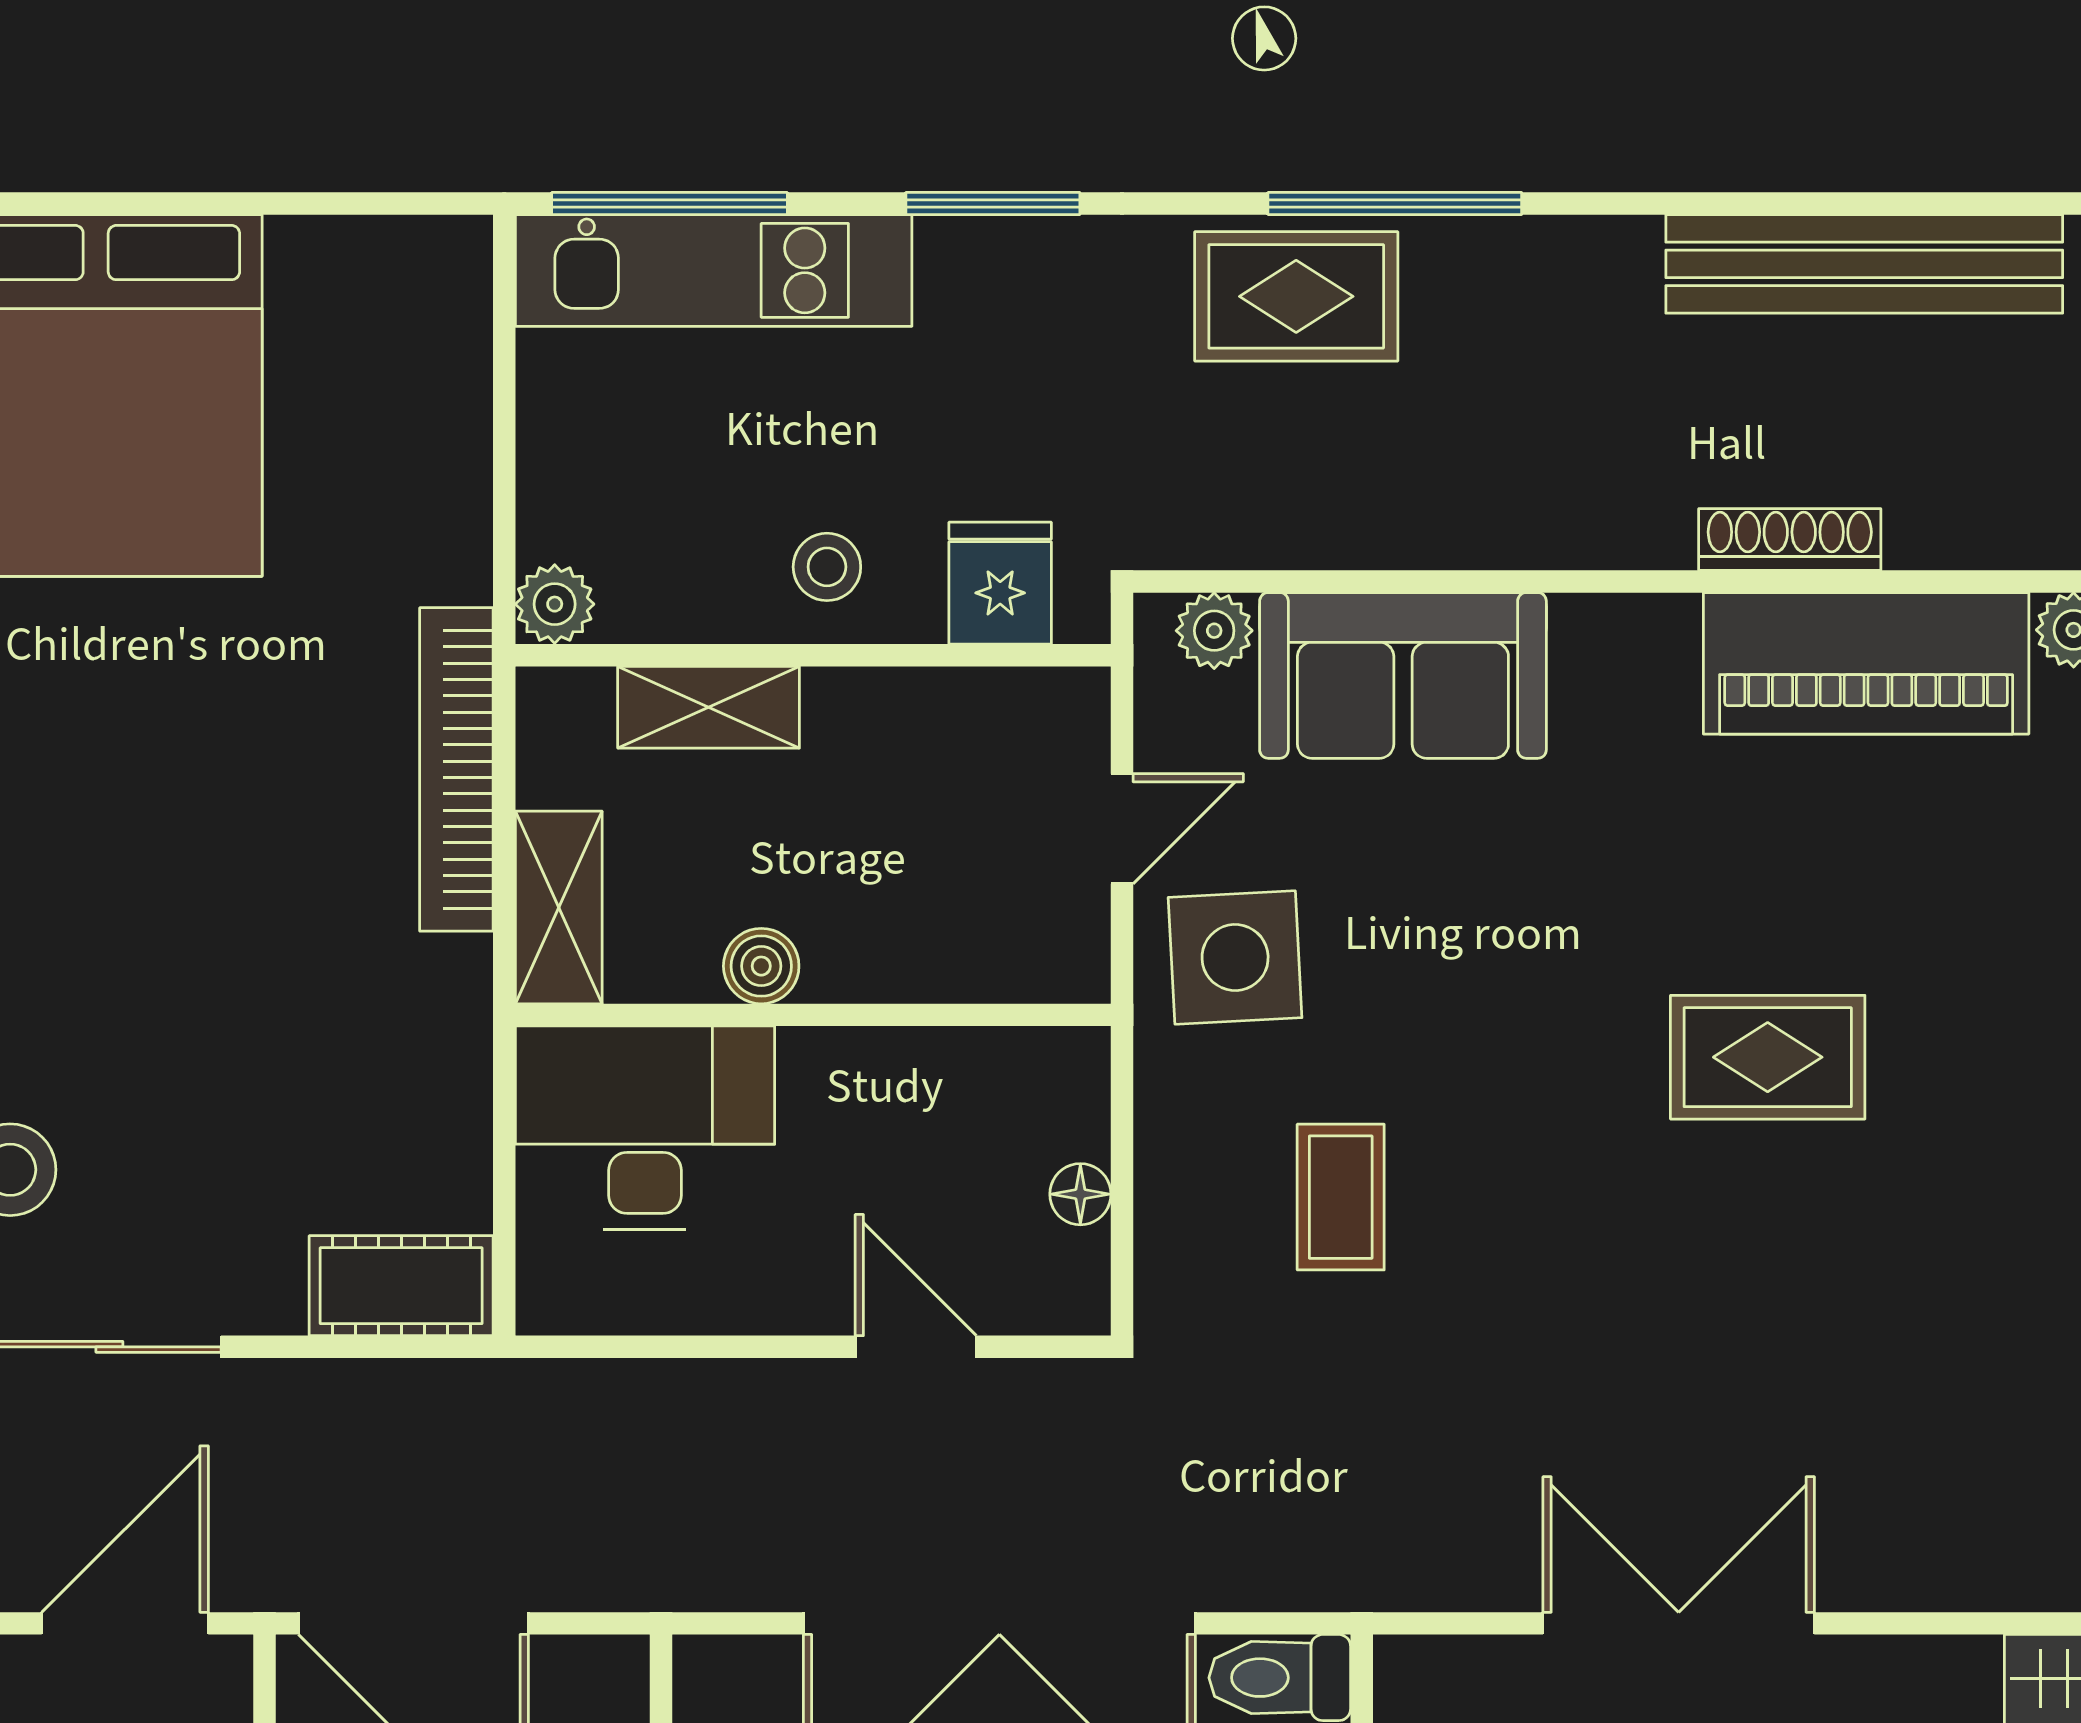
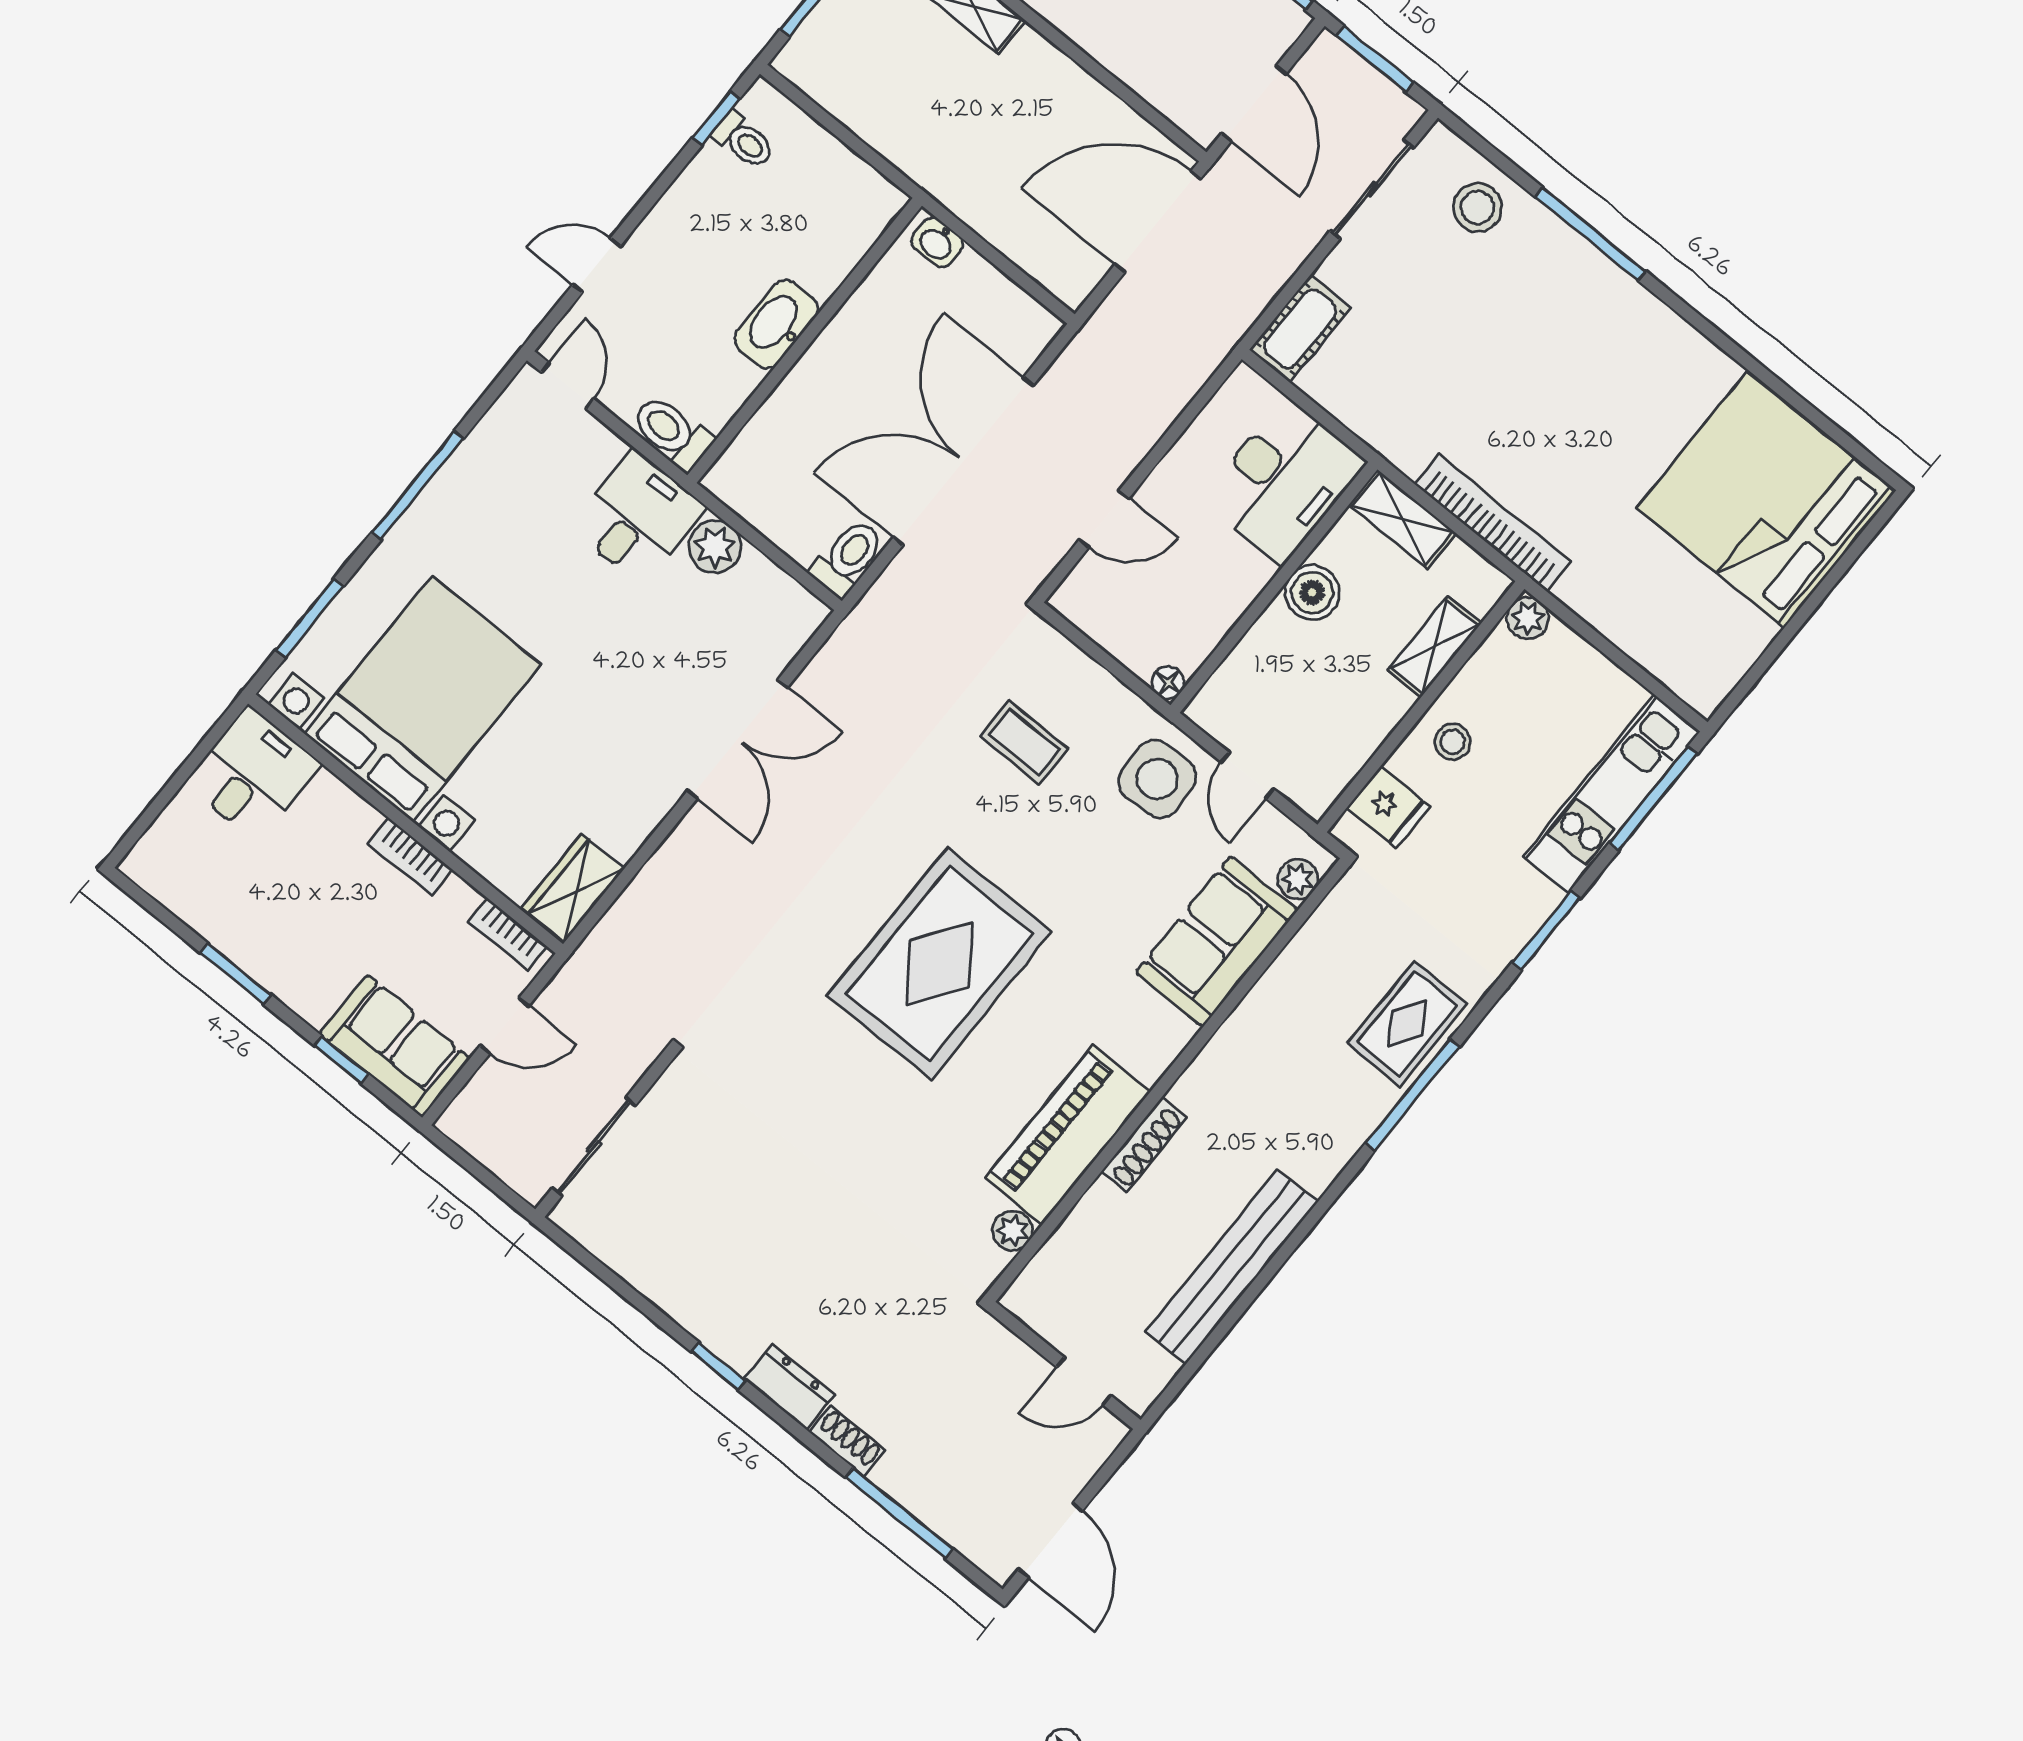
boiler: (761, 966) -> (1312, 592), width x1.36, depth x1.36
rug: (1768, 1057) -> (939, 964), width x1.86, depth x2.06
floor lamp: (1080, 1194) -> (1168, 683), moved

